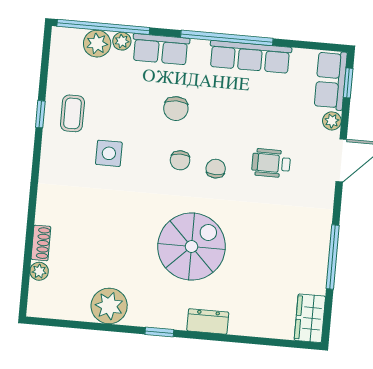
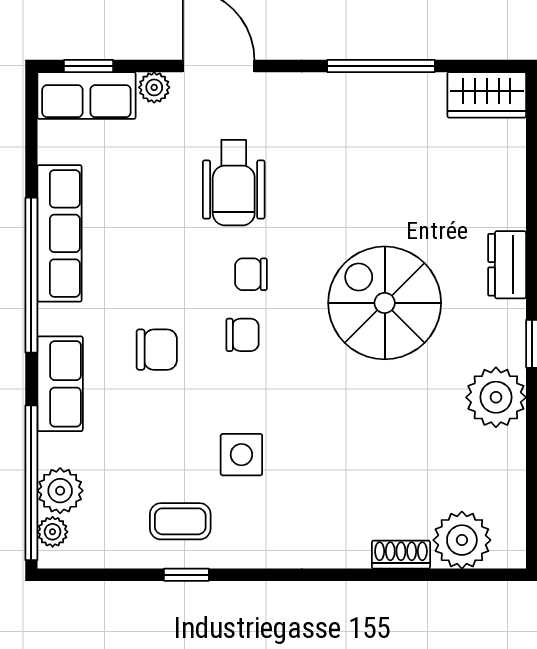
plant: (122, 41) -> (53, 532), moved
wheelchair: (271, 163) -> (234, 183), width x1.36, depth x1.37
plant: (39, 271) -> (462, 540), width x1.88, depth x1.88
plant: (109, 306) -> (496, 397), moved

